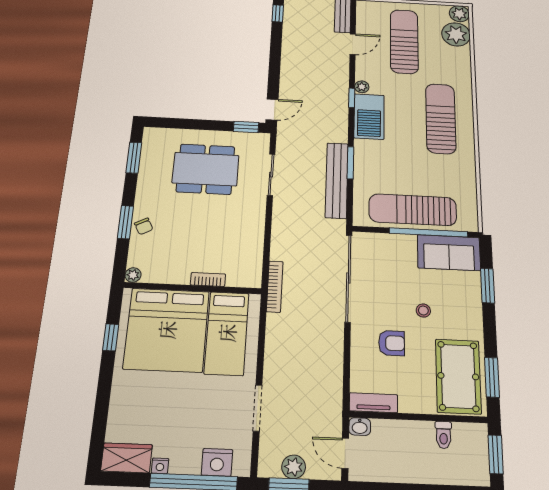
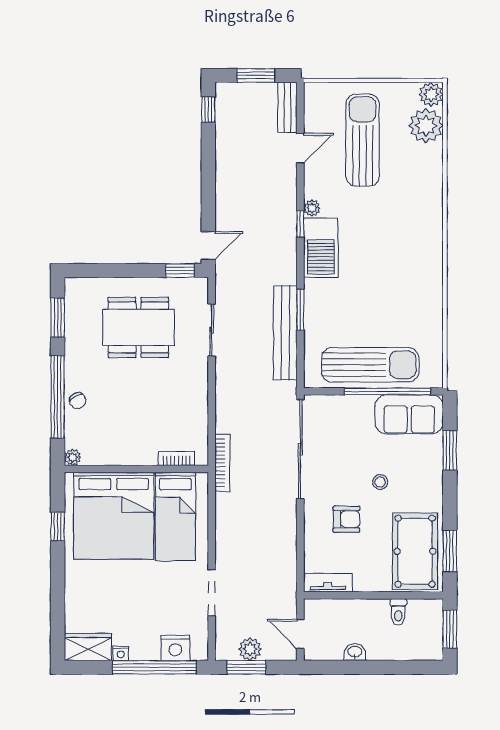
sun lounger: (441, 118) -> (404, 245), removed
sun lounger: (413, 210) -> (370, 365), turned 180
window: (126, 222) -> (58, 397), width x2.11
bookcase: (208, 279) -> (177, 458), moved
washbasin: (360, 427) -> (355, 652), moved, turned 180

